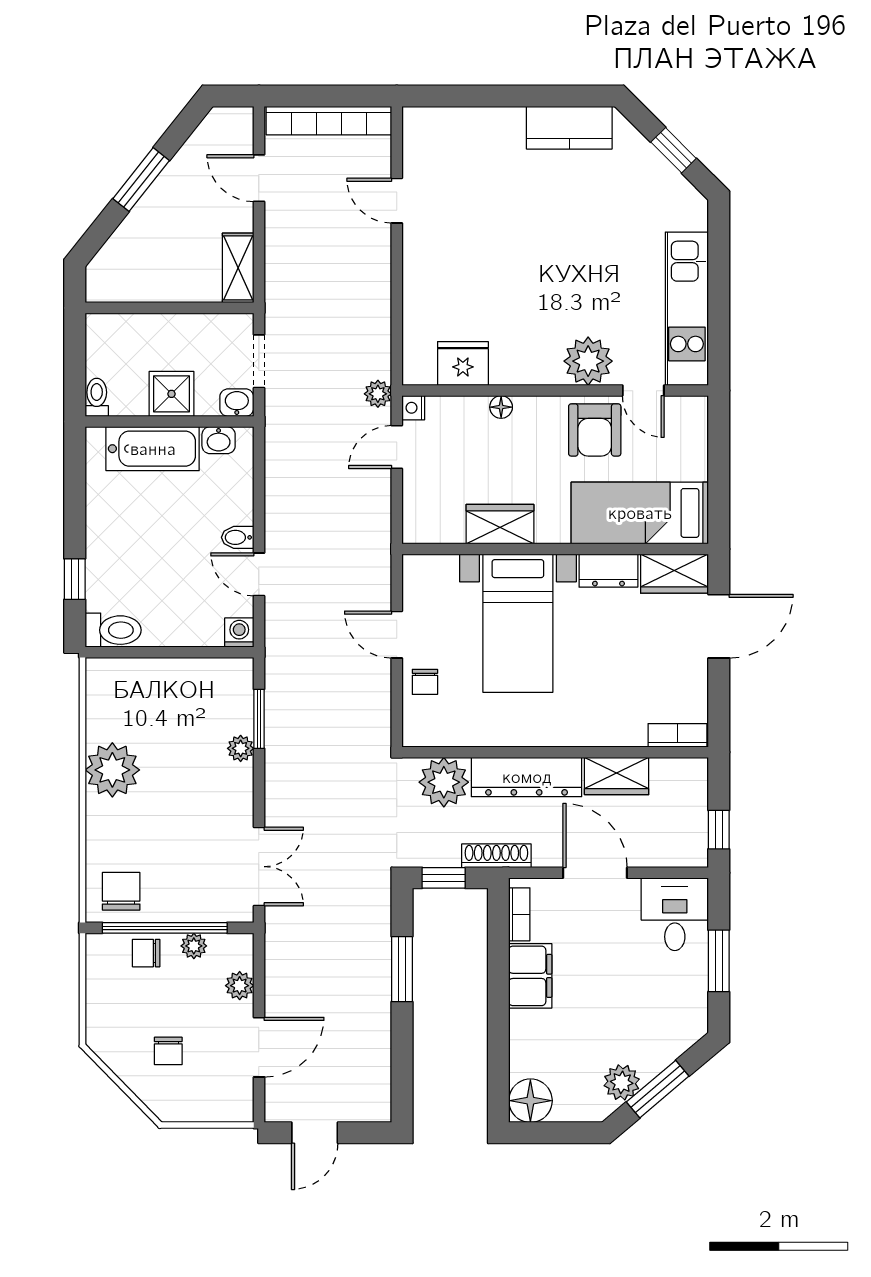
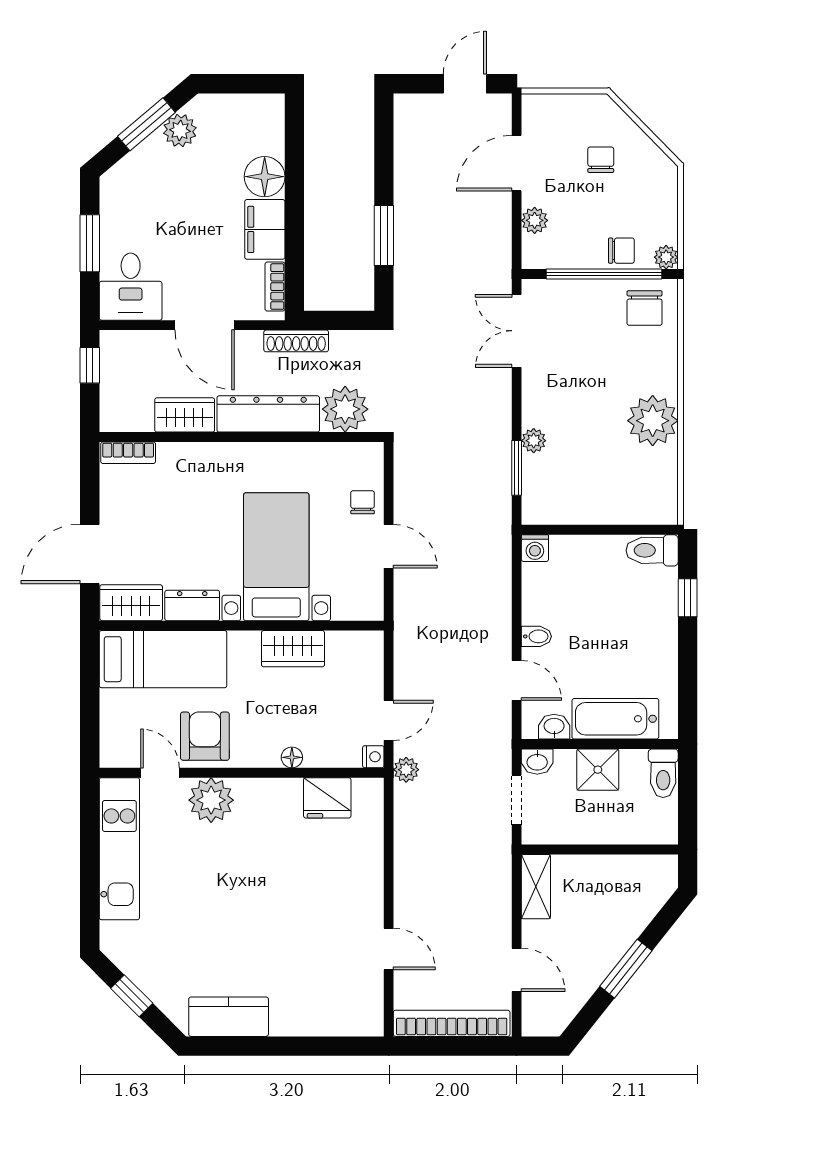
toilet: (97, 397) -> (663, 773), width x1.37, depth x1.39
door: (259, 574) -> (517, 680), moved
window: (444, 878) -> (345, 320), removed
plant: (194, 946) -> (666, 257), moved
floor lamp: (530, 1101) -> (265, 177), moved

